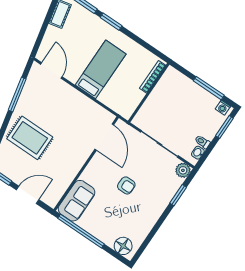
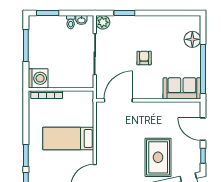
washing machine: (223, 108) -> (38, 78), moved, width x1.89, depth x1.89
floor lamp: (123, 246) -> (192, 39), moved

